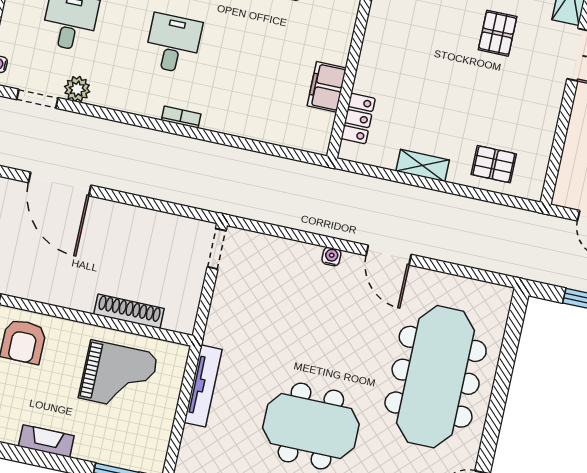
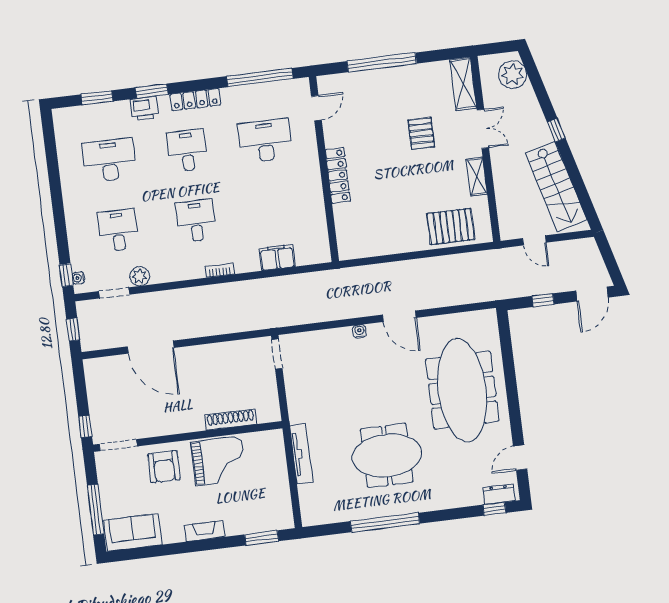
filing cabinet: (327, 87) -> (277, 257), moved, turned 90
locker: (358, 119) -> (338, 175), moved, width x1.53
pallet: (494, 164) -> (451, 226), width x1.50, depth x1.42
shelving: (423, 165) -> (477, 176), moved, turned 90
grand piano: (118, 376) -> (218, 461), moved

